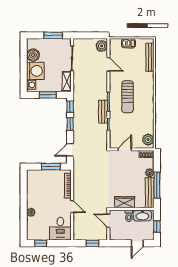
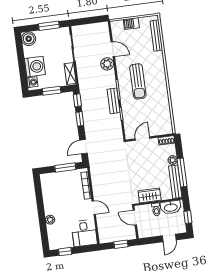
plant: (102, 46) -> (107, 64), moved
boiler: (33, 55) -> (29, 39), moved
plant: (148, 140) -> (166, 125), removed

